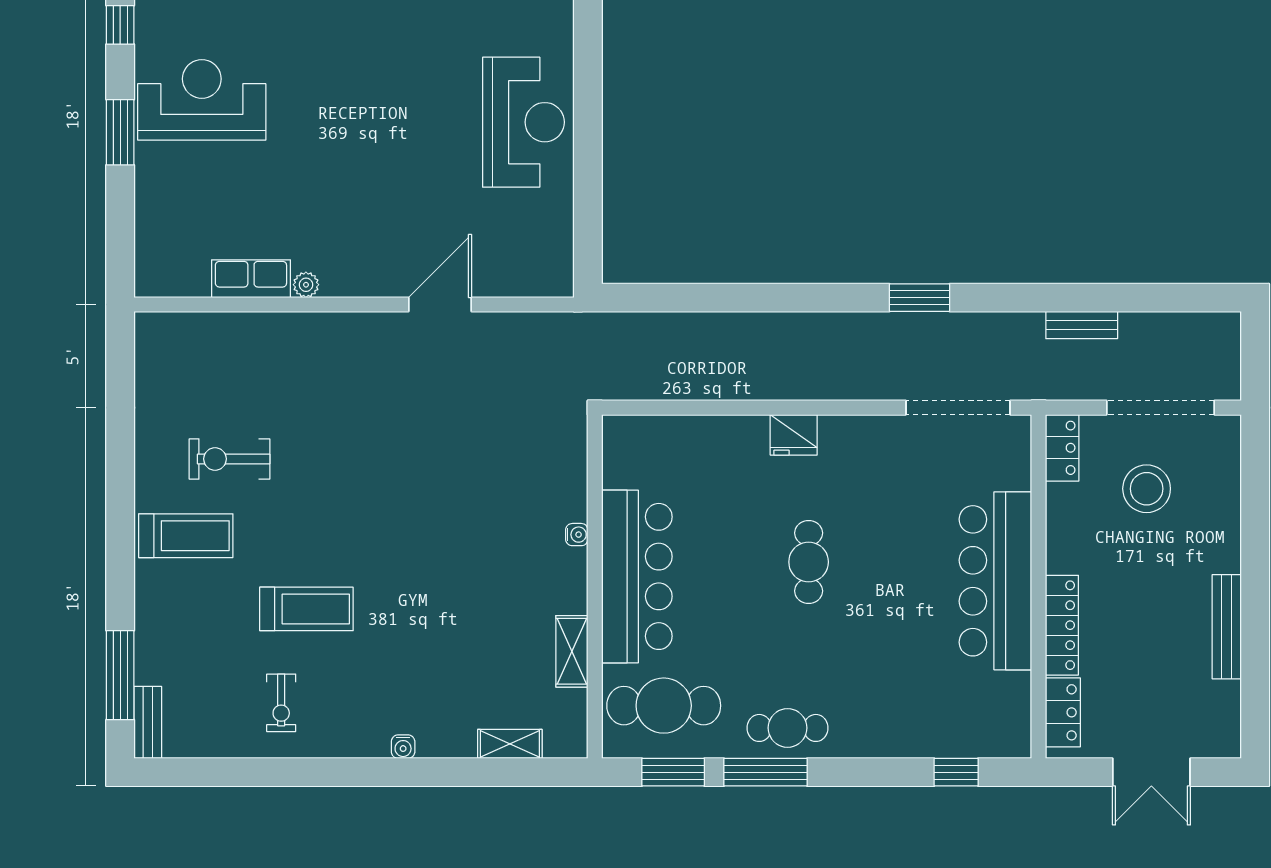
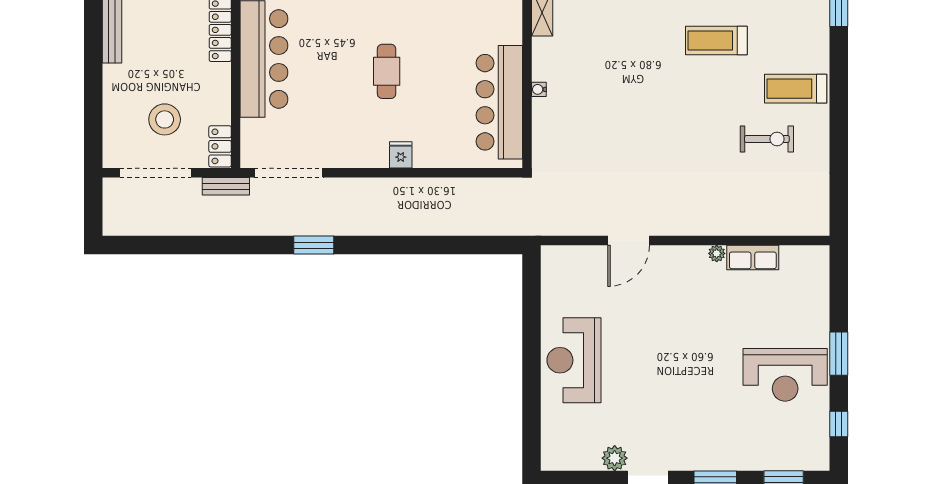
bench: (1082, 325) -> (226, 186), moved
fridge: (794, 435) -> (401, 155), width x0.72
bar counter: (637, 576) -> (499, 102), moved

